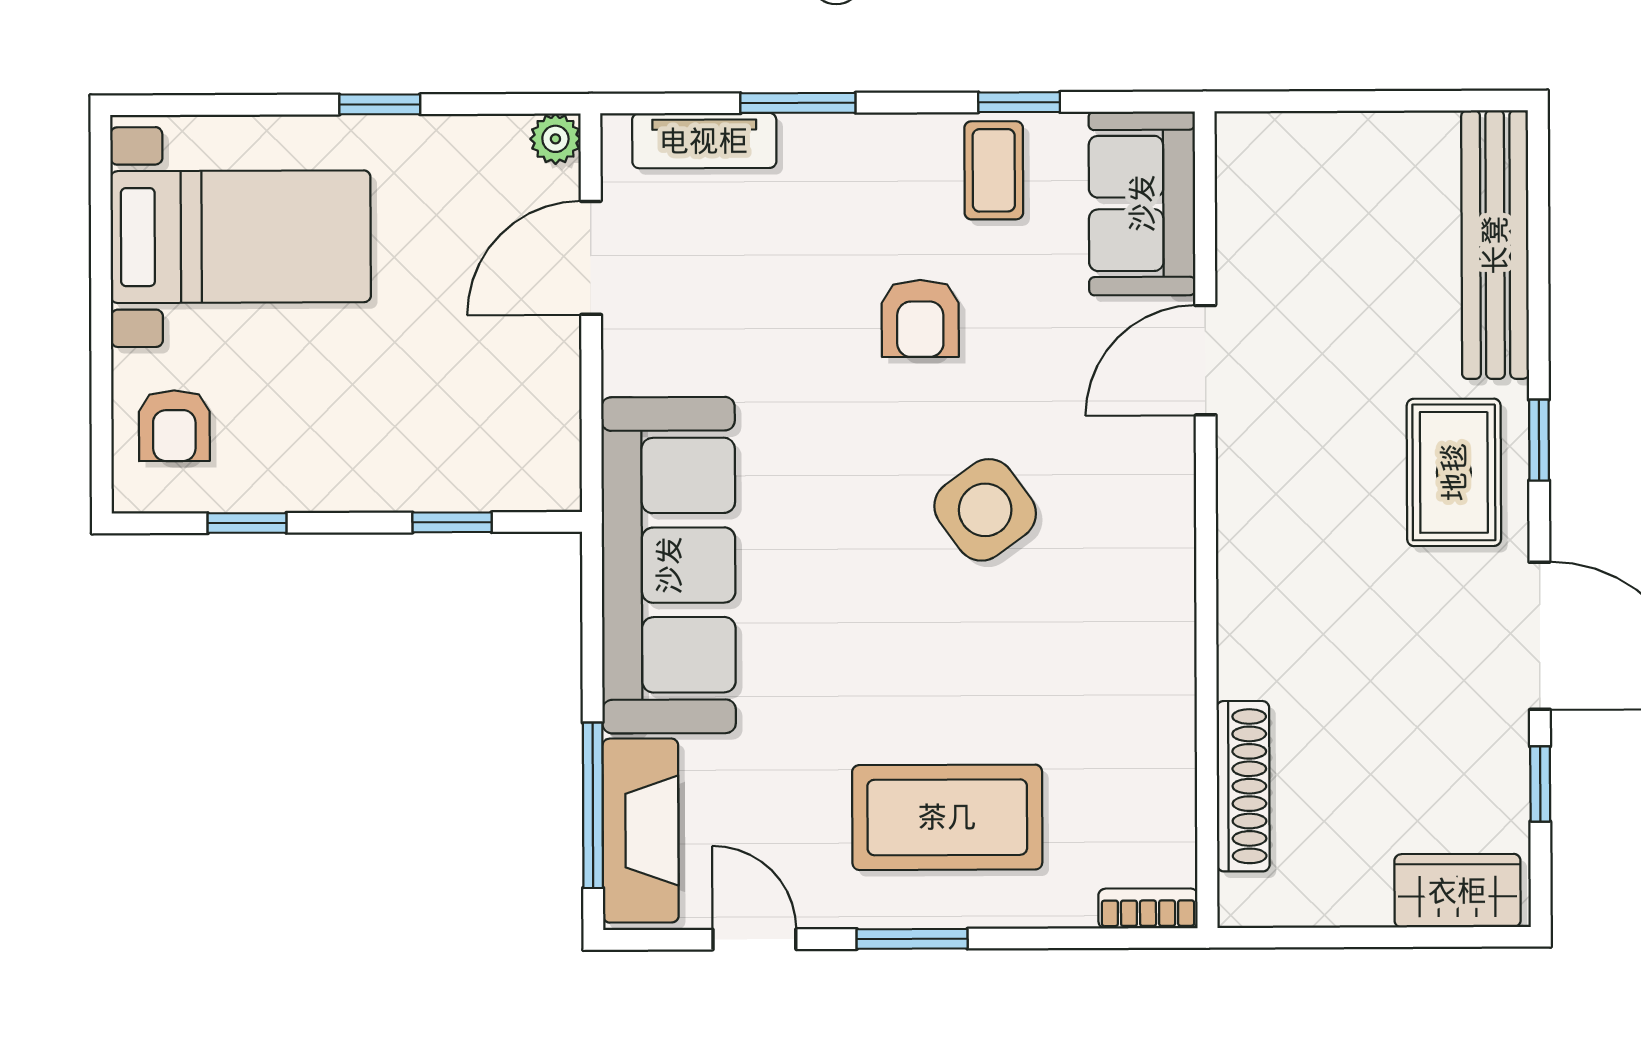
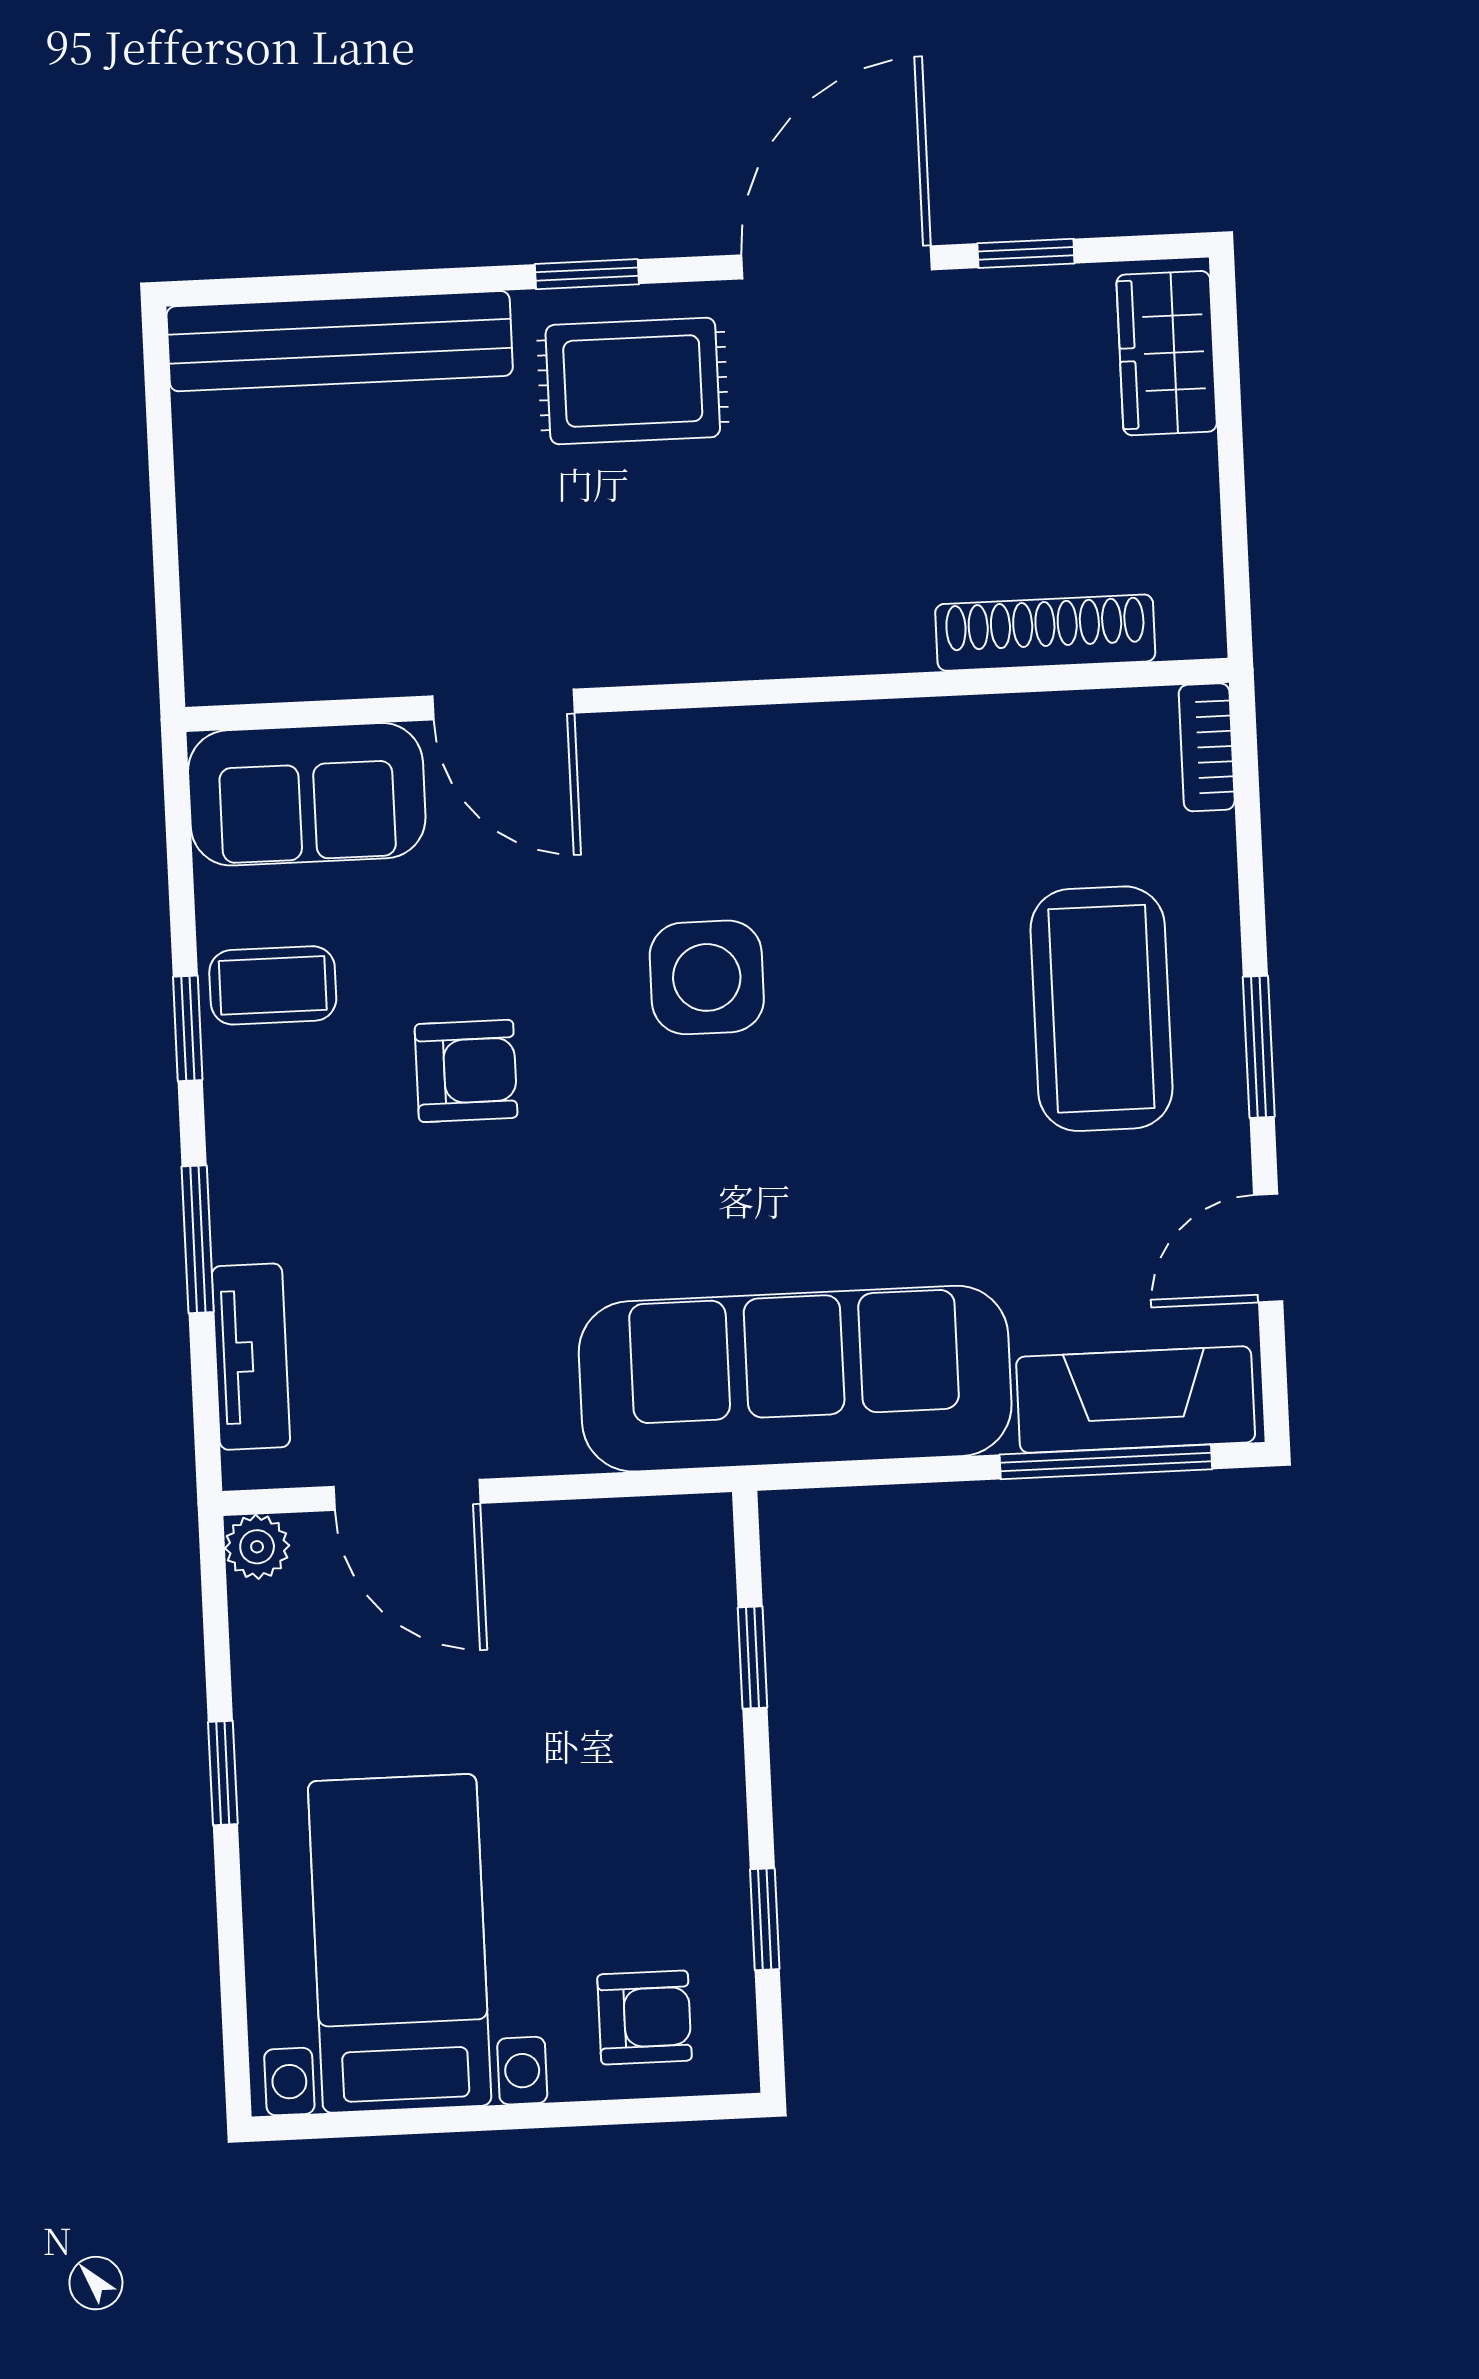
window: (1019, 102) -> (188, 1028), moved
side table: (985, 510) -> (707, 977), turned 36

